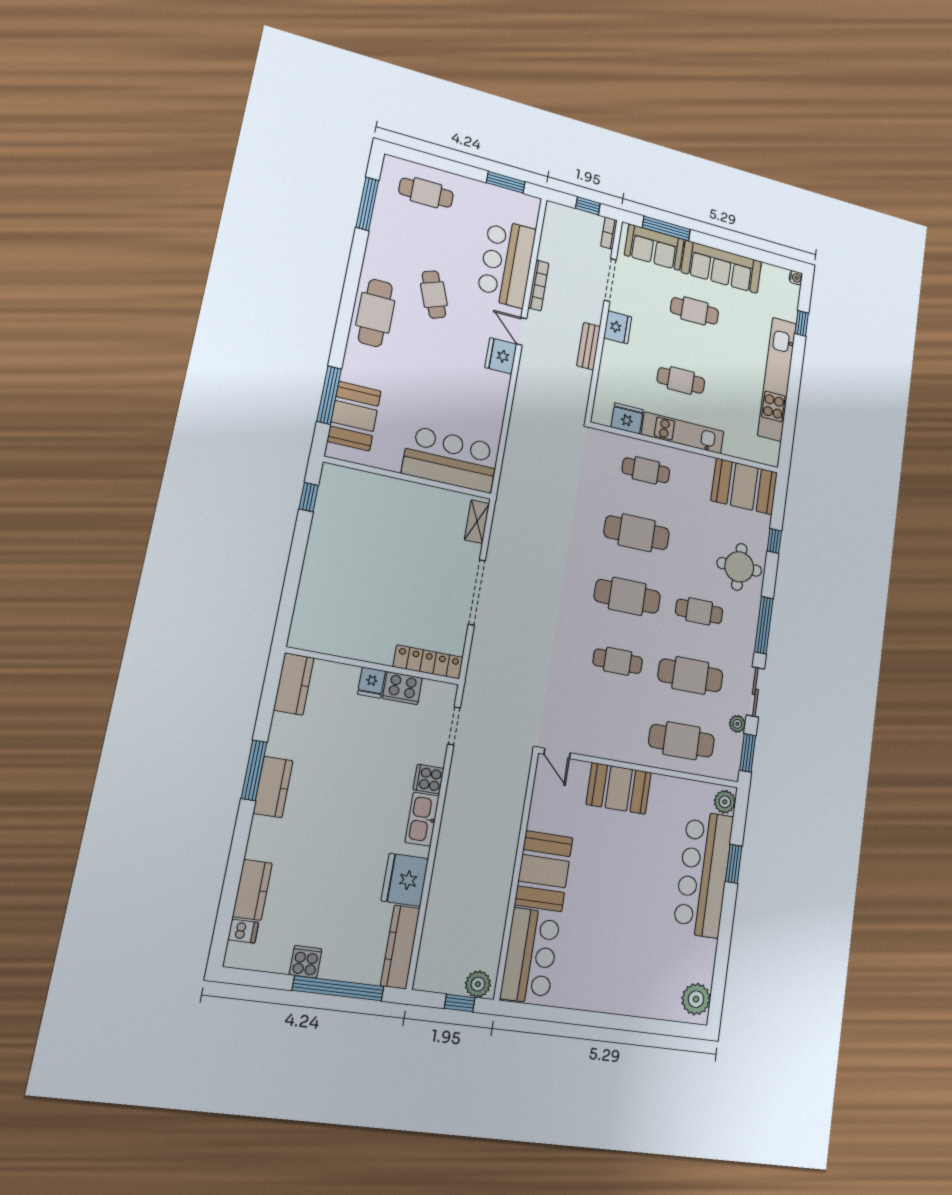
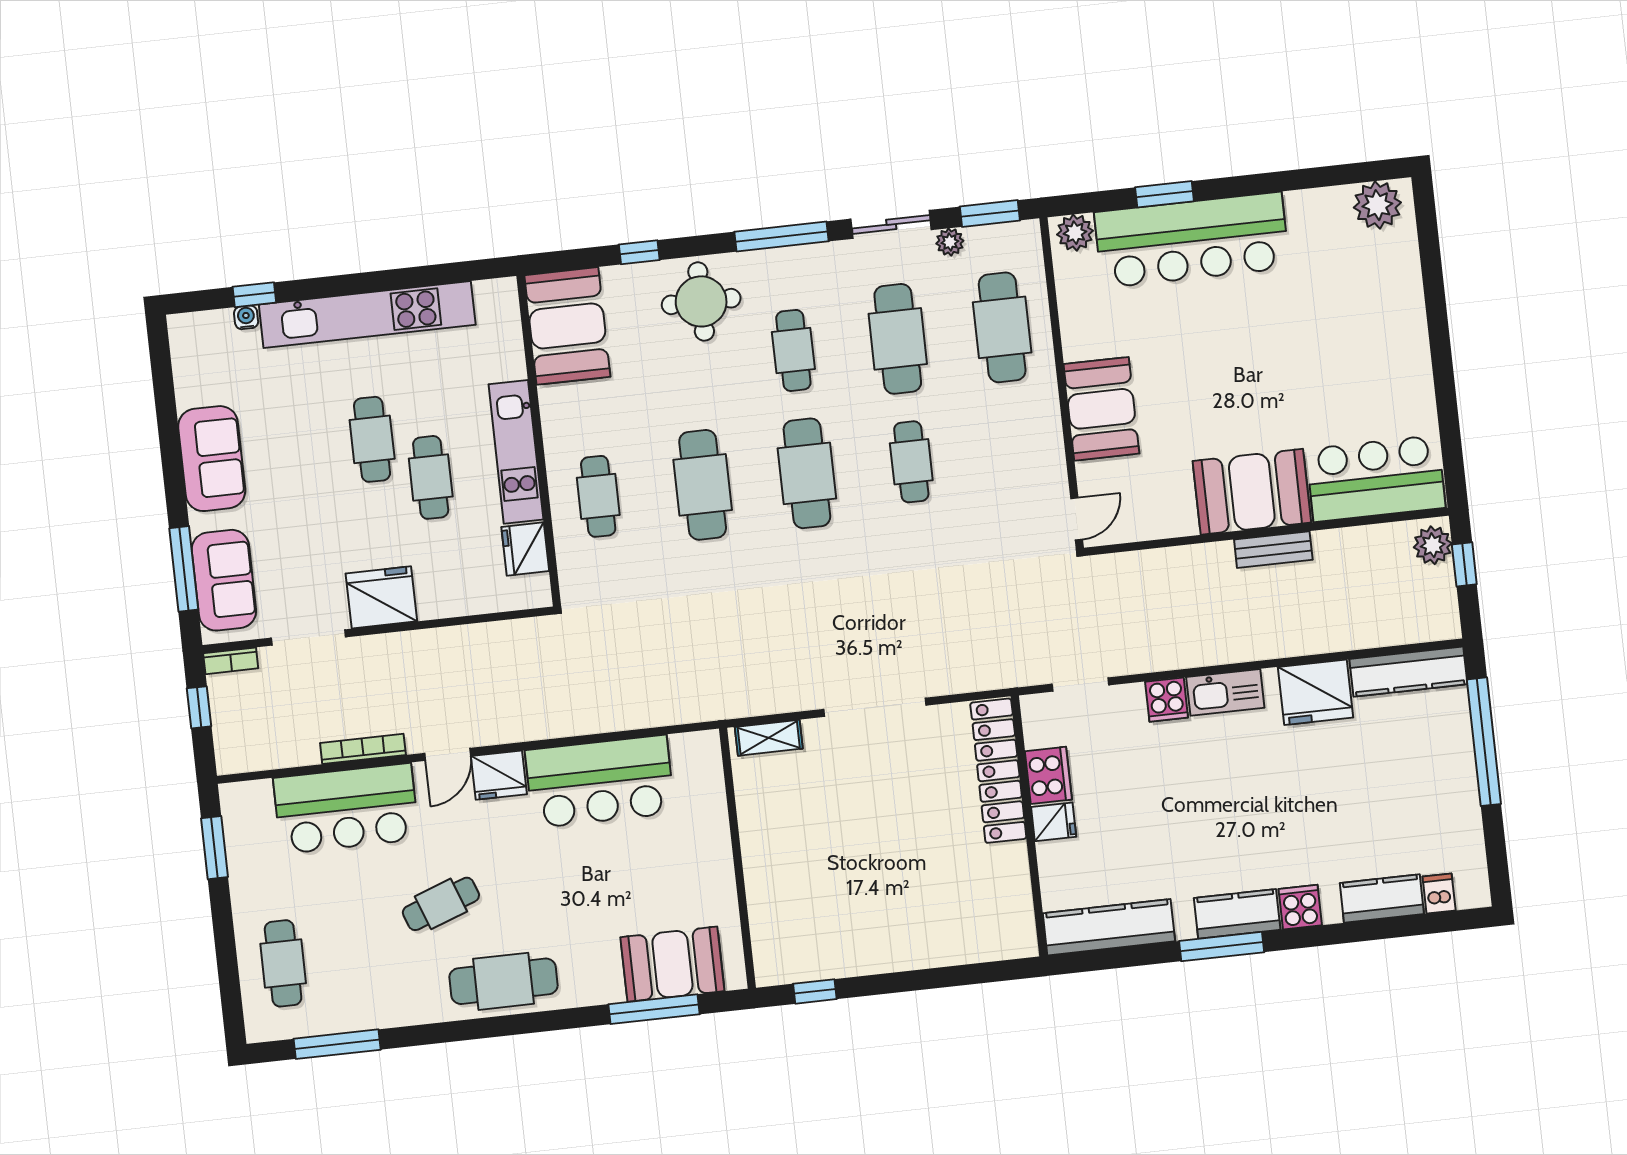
sofa: (722, 267) -> (212, 459), width x0.73
water cooler: (796, 278) -> (246, 317), moved
cafe table: (694, 311) -> (372, 439), moved
fridge: (618, 327) -> (381, 597), width x1.36, depth x1.34
bench: (589, 346) -> (1273, 550), moved
bar counter: (450, 459) -> (600, 782), moved, turned -90
locker: (428, 662) -> (998, 771), width x1.41, depth x1.21
kitchen counter: (294, 684) -> (1109, 927), width x1.50
cooker: (306, 962) -> (1300, 907), moved, turned 90

